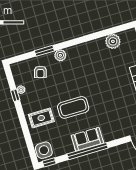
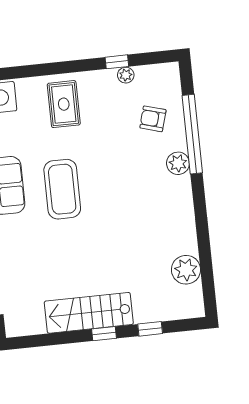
window: (44, 51) -> (192, 134), width x2.11
coffee table: (73, 107) -> (62, 189), moved

